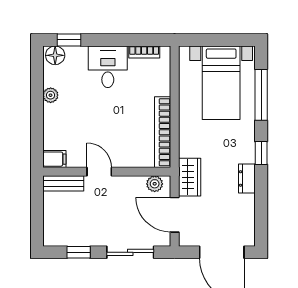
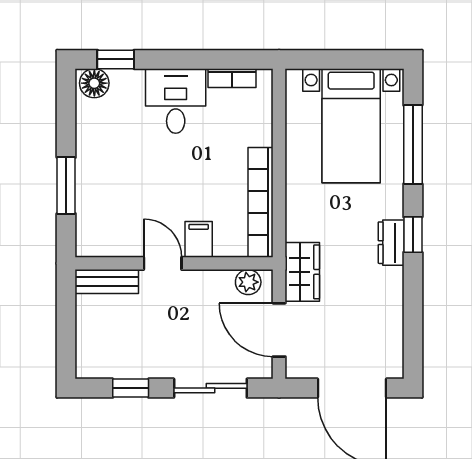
plant: (51, 95) -> (87, 145), removed
window: (37, 121) -> (66, 186), added
filing cabinet: (54, 159) -> (199, 239), moved, turned -90
dresser: (247, 178) -> (391, 243), moved

